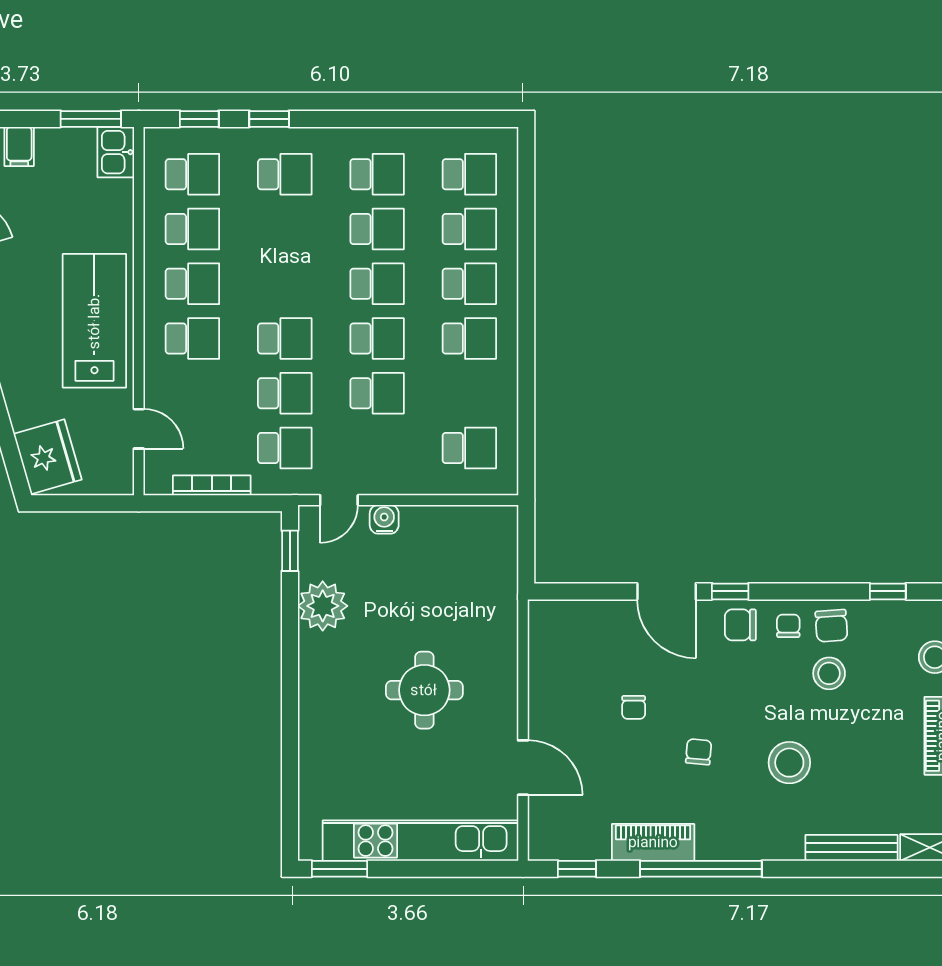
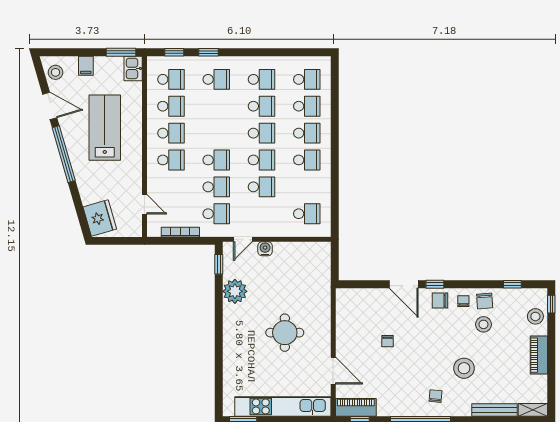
lab bench: (94, 321) -> (105, 128), moved
chair: (699, 752) -> (436, 396), moved
piano: (653, 842) -> (356, 407), moved

